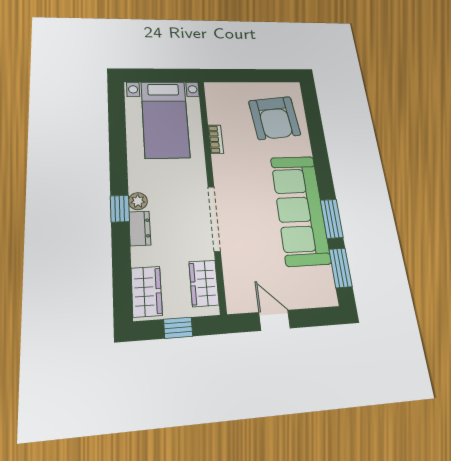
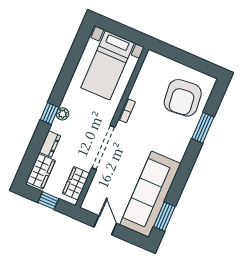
bookcase: (216, 139) -> (127, 111), moved
sofa: (300, 209) -> (150, 194), moved
window: (332, 219) -> (203, 128), moved
dresser: (140, 228) -> (50, 144), moved

